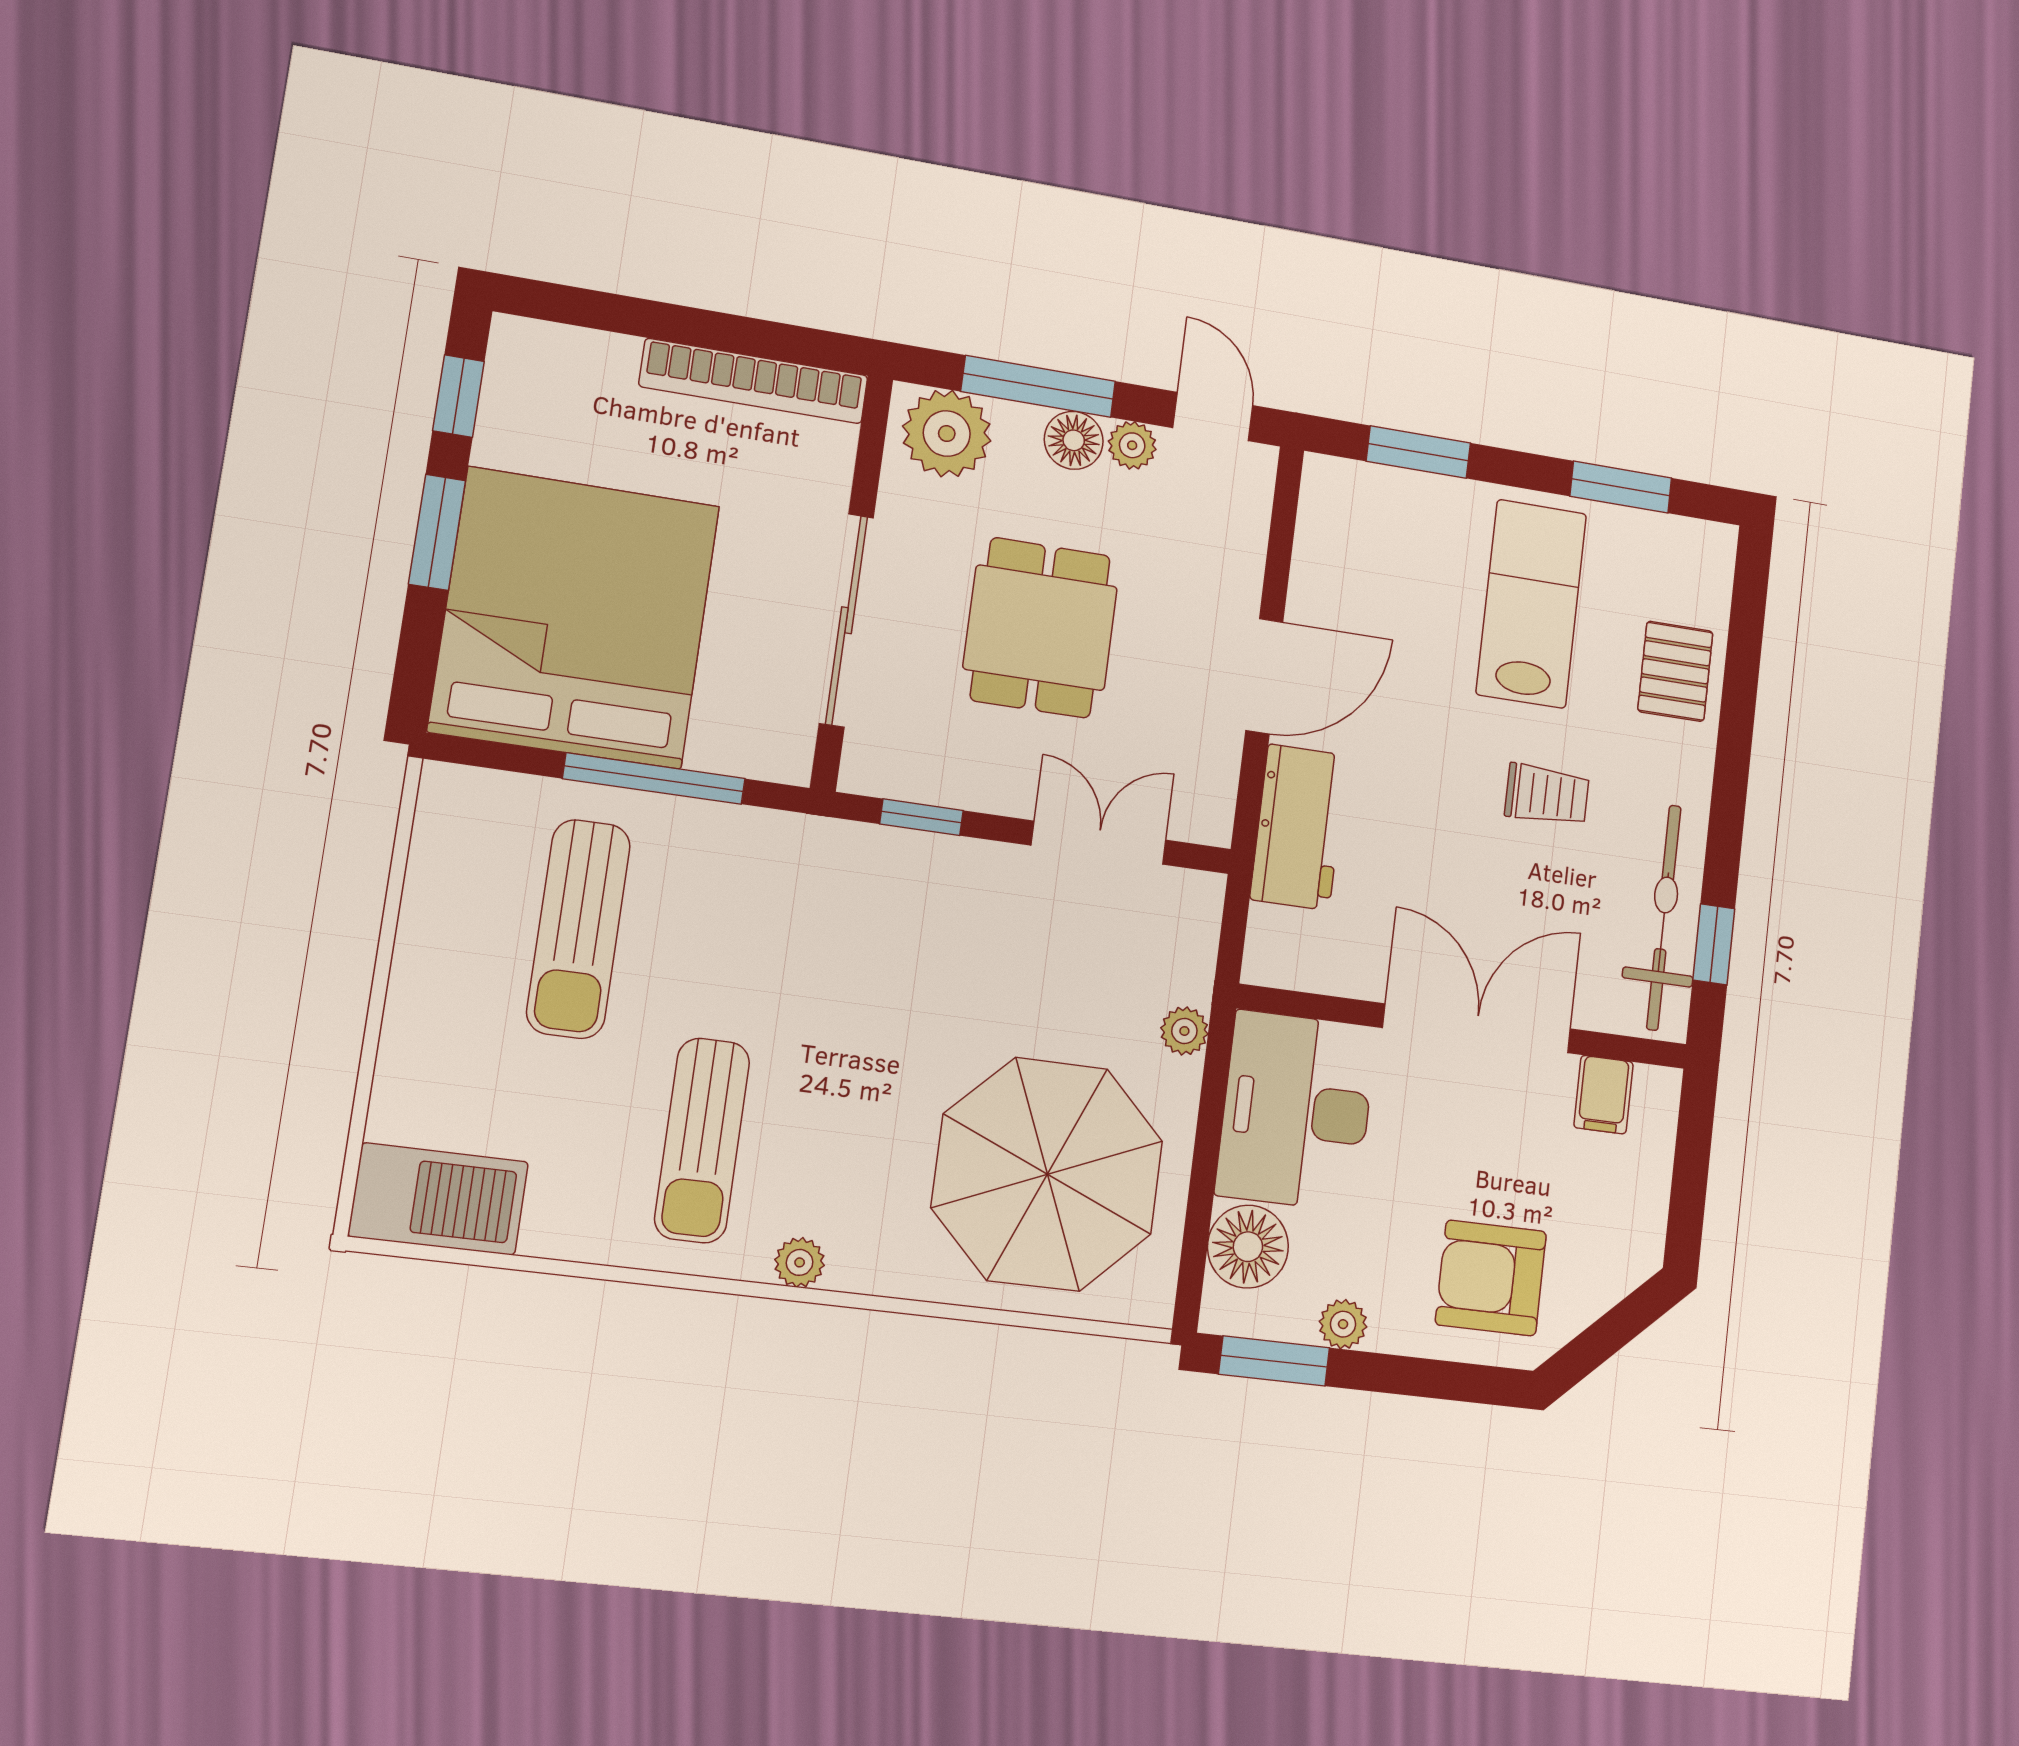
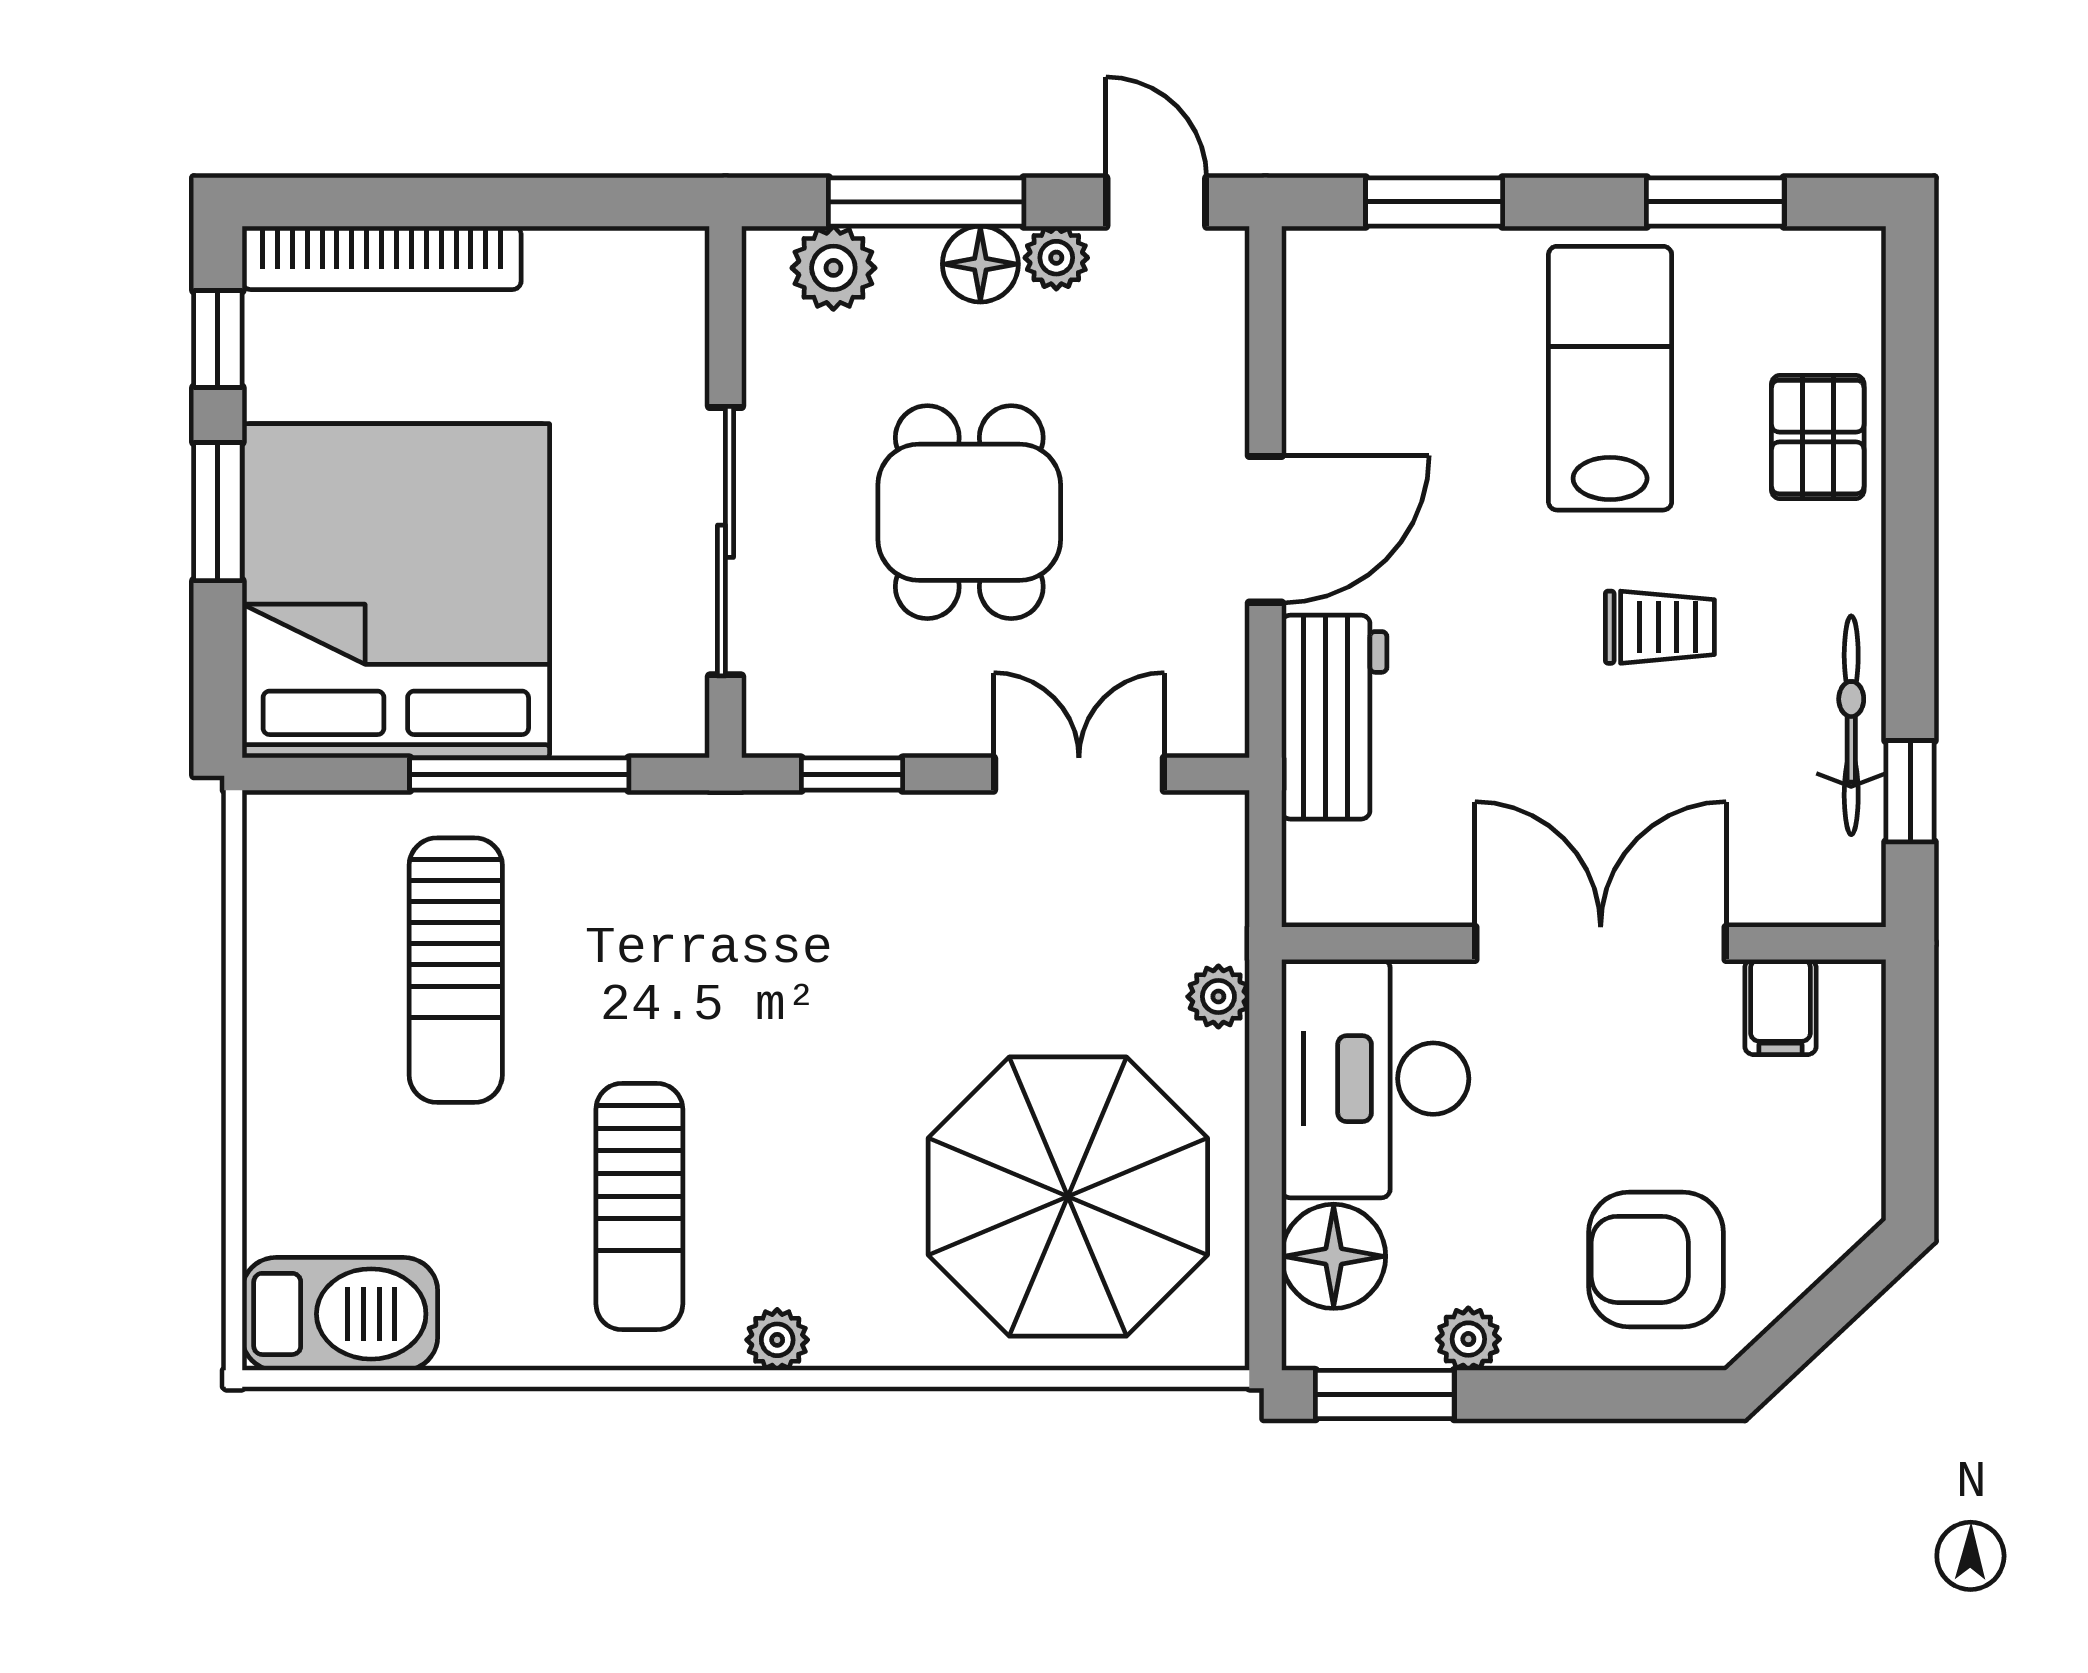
bookcase: (754, 381) -> (382, 258), moved
plant: (947, 434) -> (833, 268), width x0.73, depth x0.73
bicycle: (1664, 917) -> (1851, 725), width x0.73, depth x0.71

